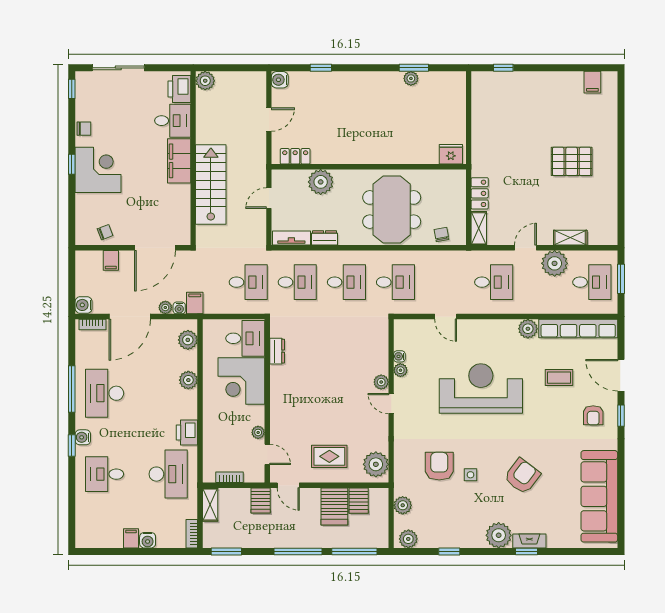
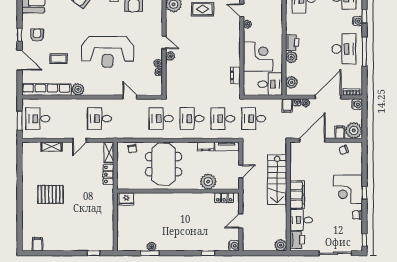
plant: (555, 263) -> (354, 130), moved
desk: (245, 338) -> (270, 84), moved, turned 180
printer: (187, 432) -> (292, 43), moved

